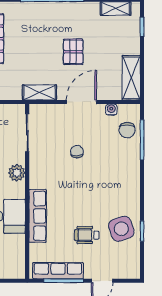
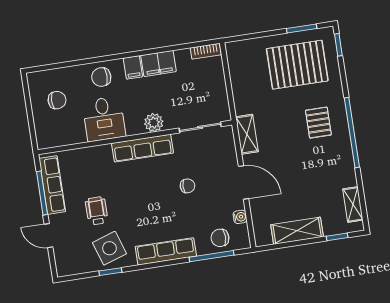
pallet: (73, 52) -> (318, 123), moved, turned 90
shelving: (131, 78) -> (297, 231), moved
row of seats: (132, 180) -> (166, 251), added
row of seats: (38, 216) -> (143, 148), moved

